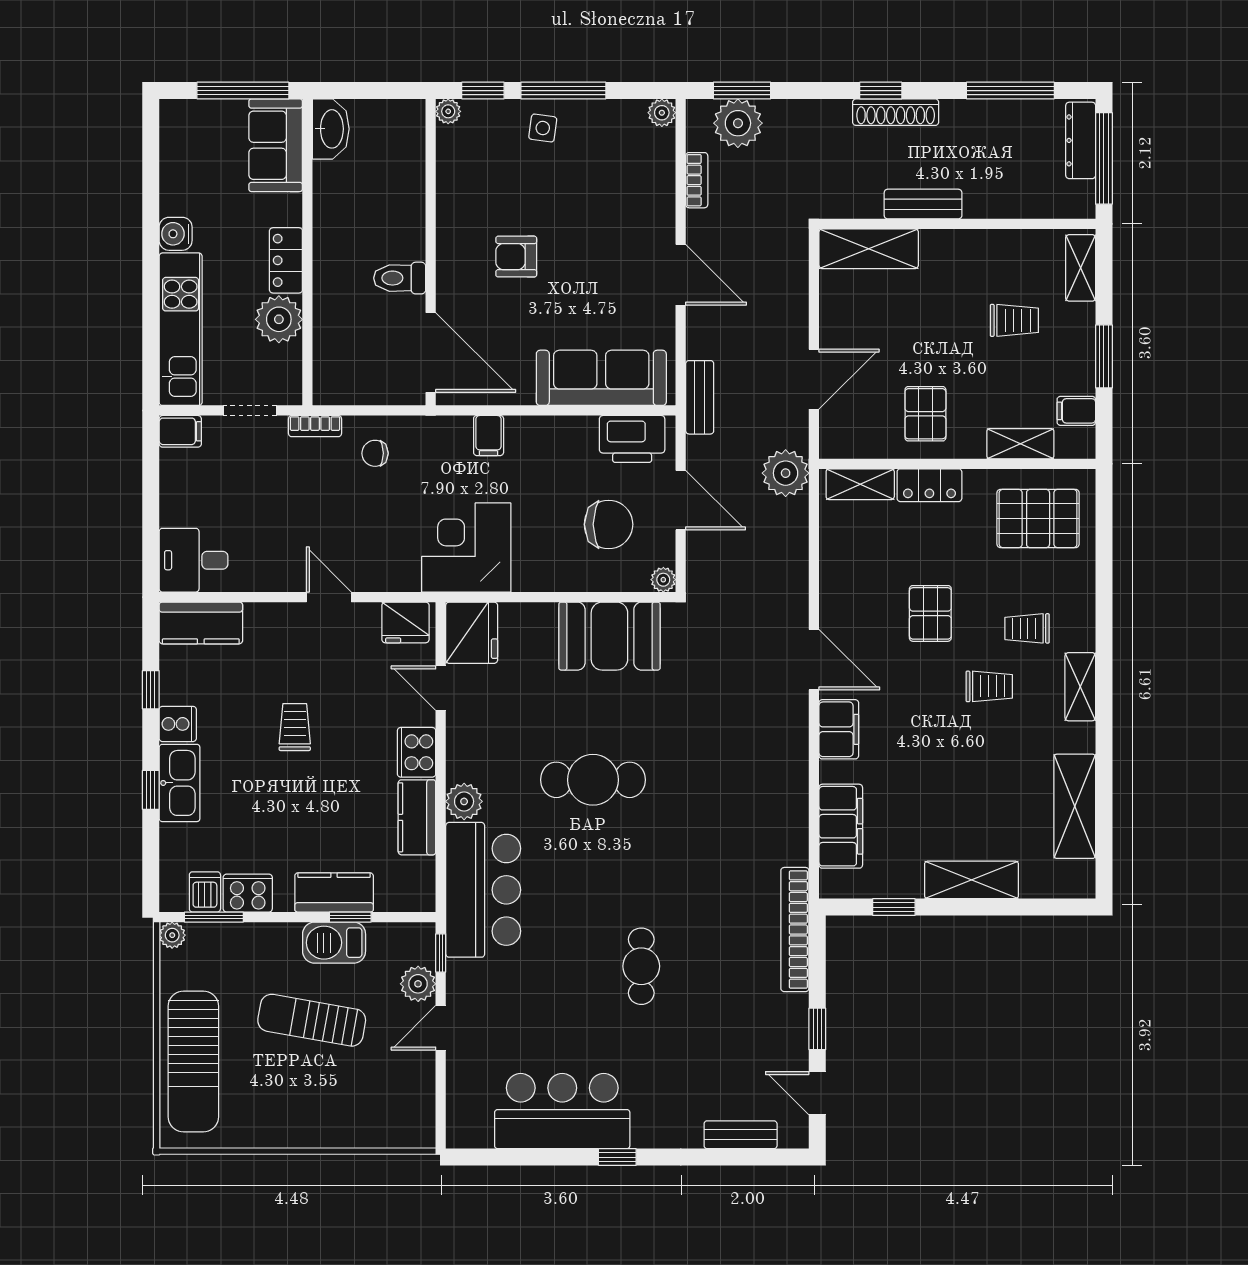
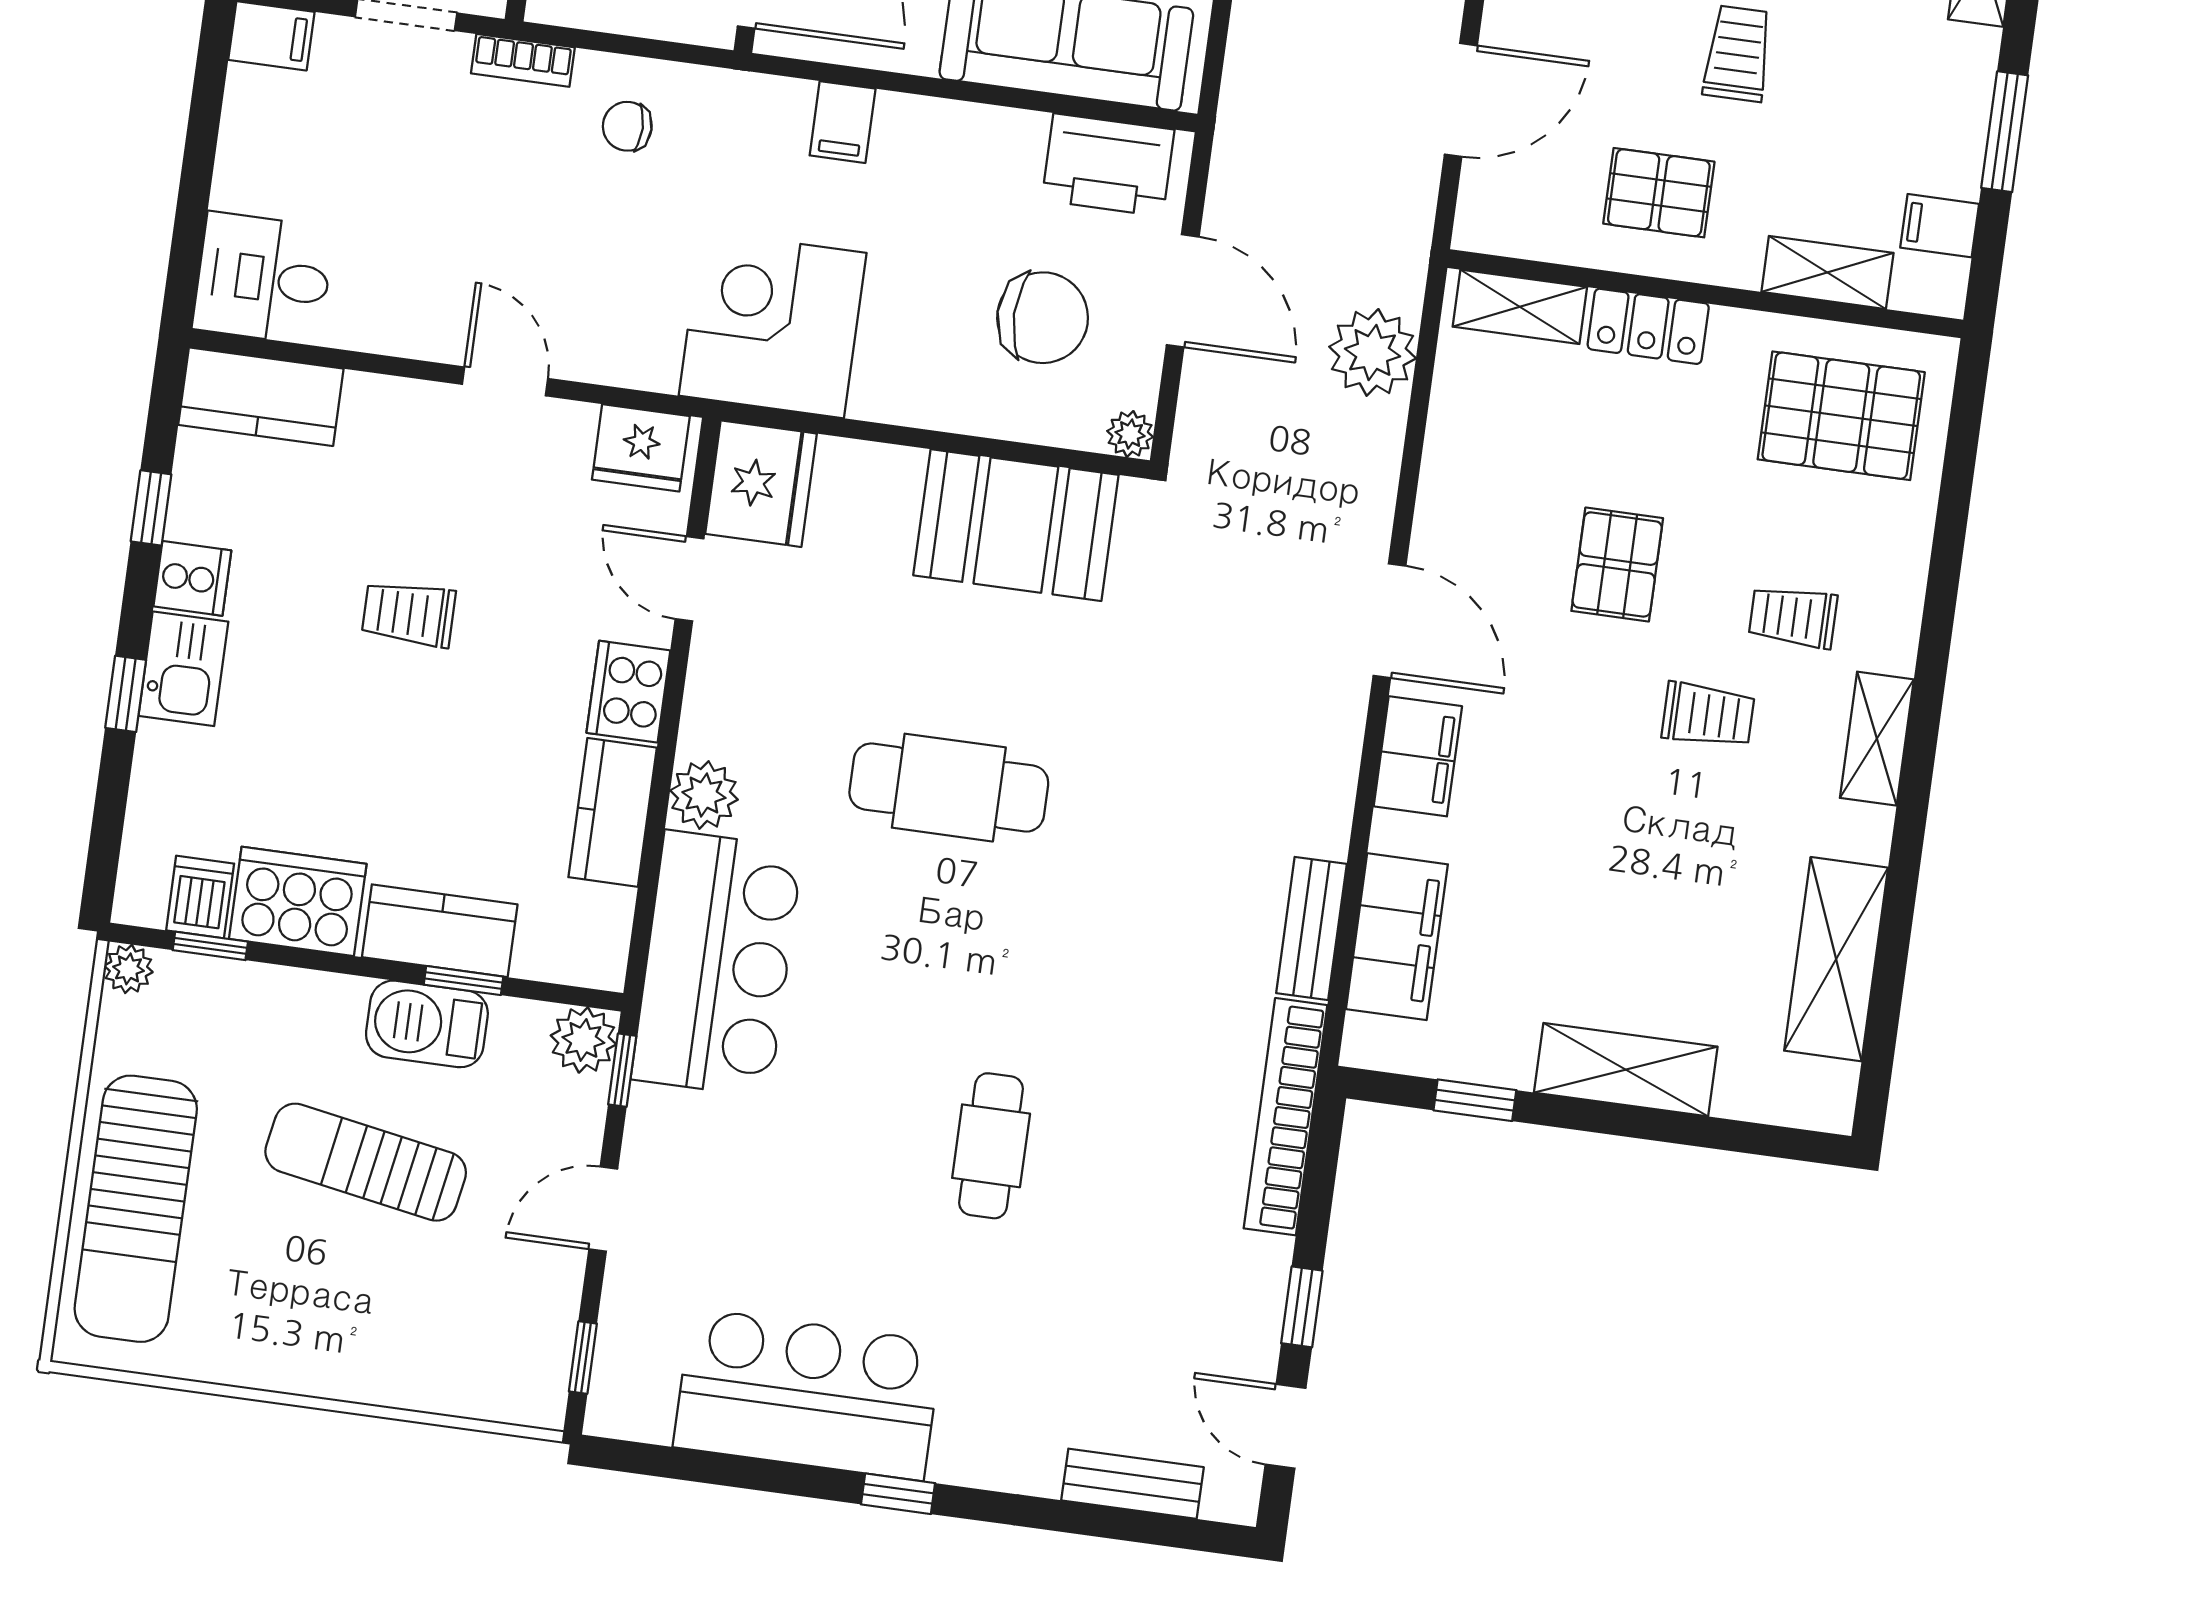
trolley: (1014, 320) -> (1738, 54), moved, turned -90
bench: (700, 397) -> (1311, 928), moved
pallet: (925, 414) -> (1659, 193), turned 90
plant: (786, 473) -> (1373, 352), moved
trolley: (295, 727) -> (409, 614), turned -90
kitchen sink: (180, 783) -> (183, 669), width x0.73
cooker: (248, 893) -> (298, 901), width x1.37, depth x1.31
window: (214, 917) -> (210, 946), width x0.67
plant: (418, 984) -> (583, 1040), moved
window: (441, 1108) -> (583, 1357), added

